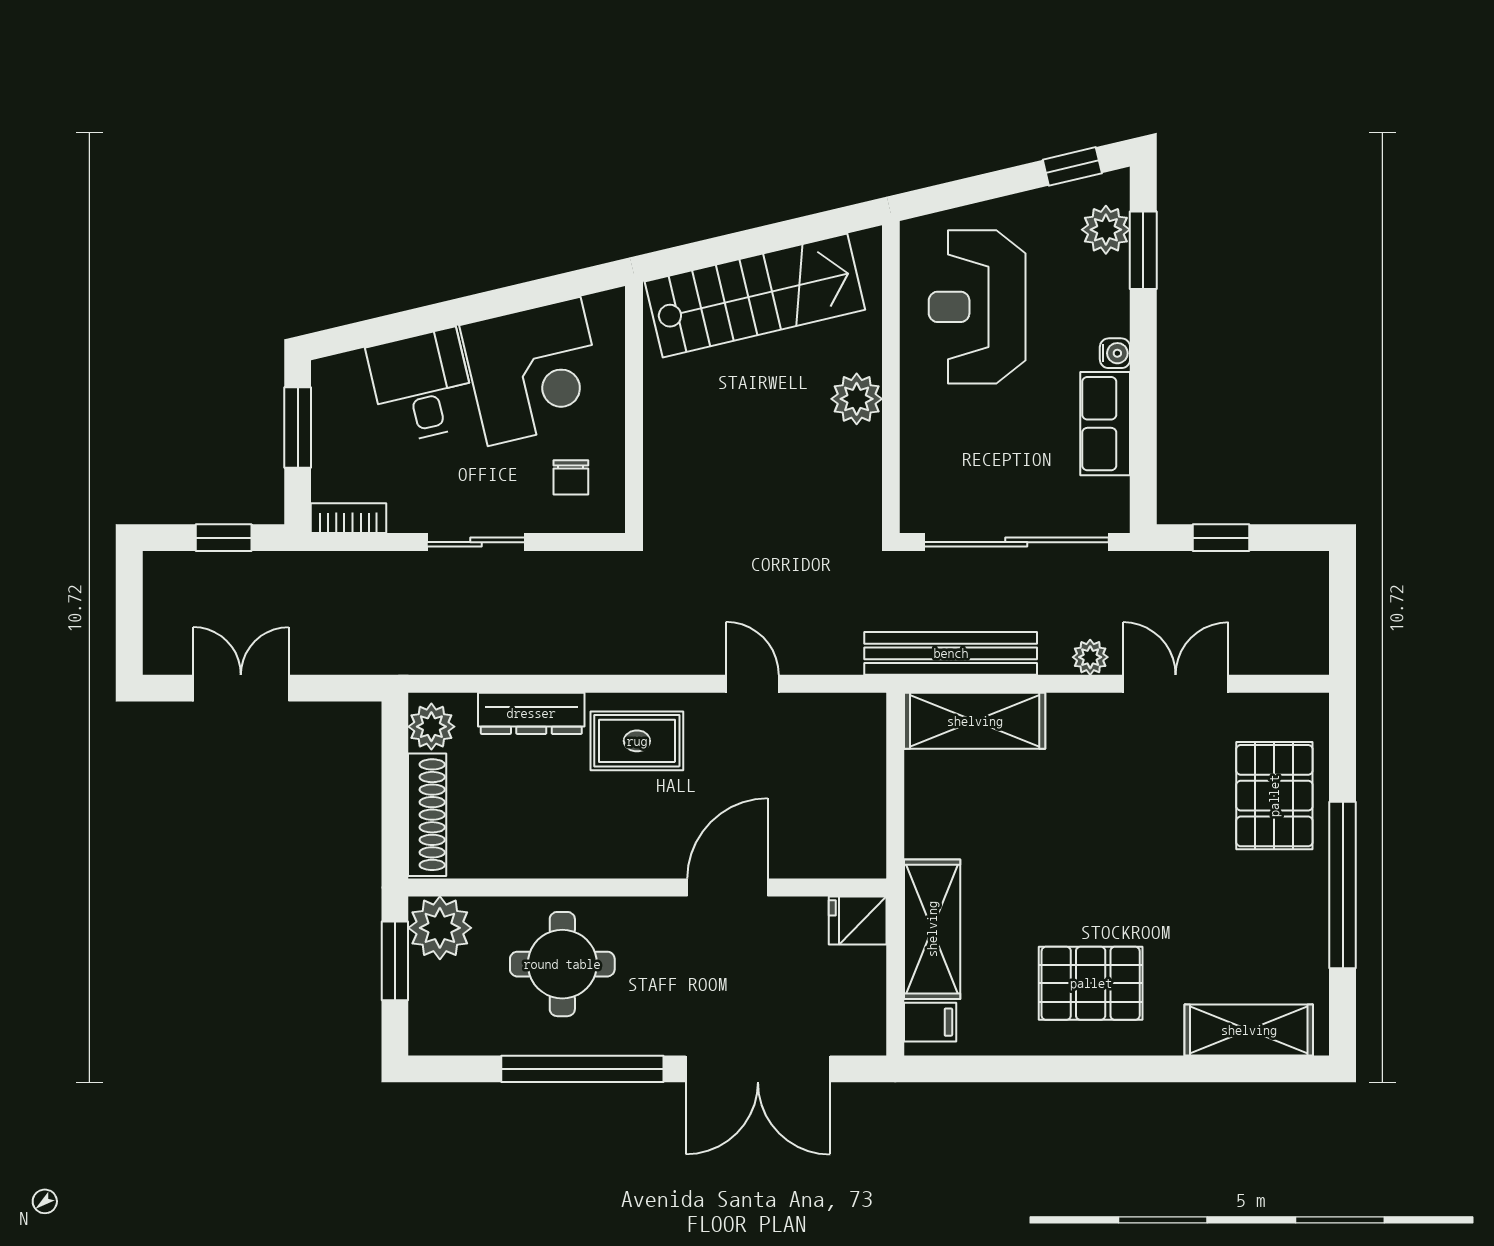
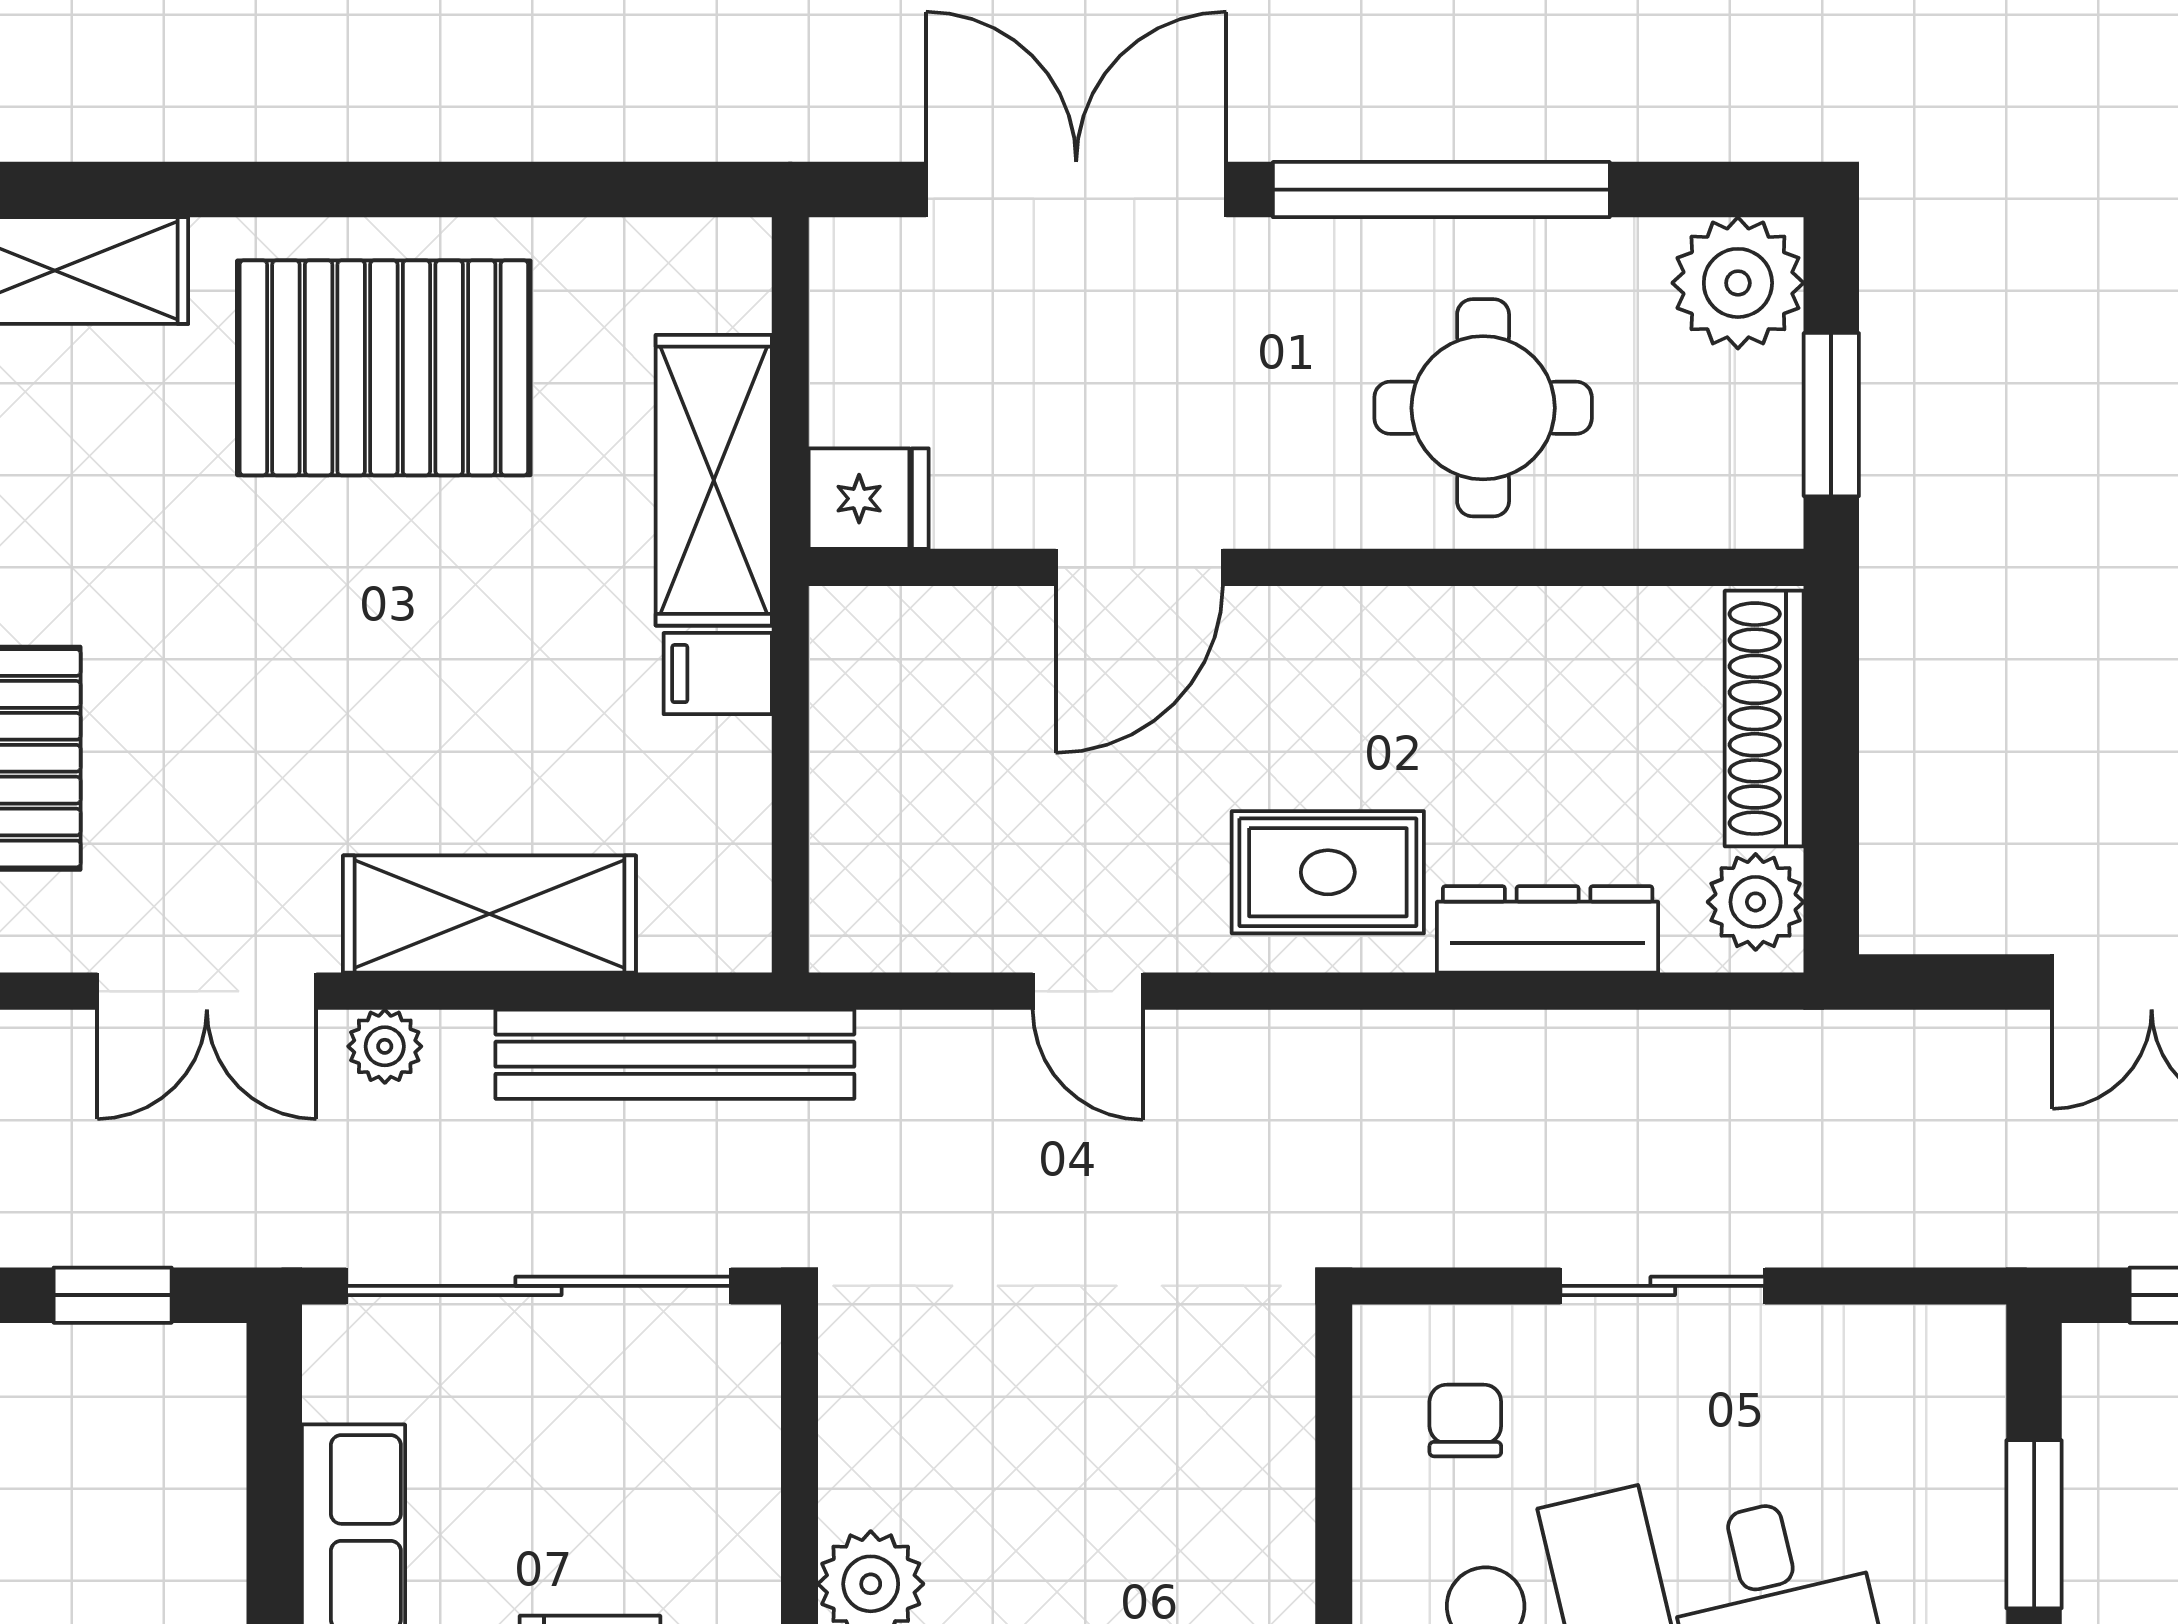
bookcase: (348, 518) -> (1928, 1336), removed
shelving: (975, 721) -> (489, 914), moved
plant: (440, 928) -> (1738, 283), moved
pallet: (1091, 983) -> (384, 368), width x1.37, depth x1.41
filing cabinet: (930, 1022) -> (718, 674), moved

